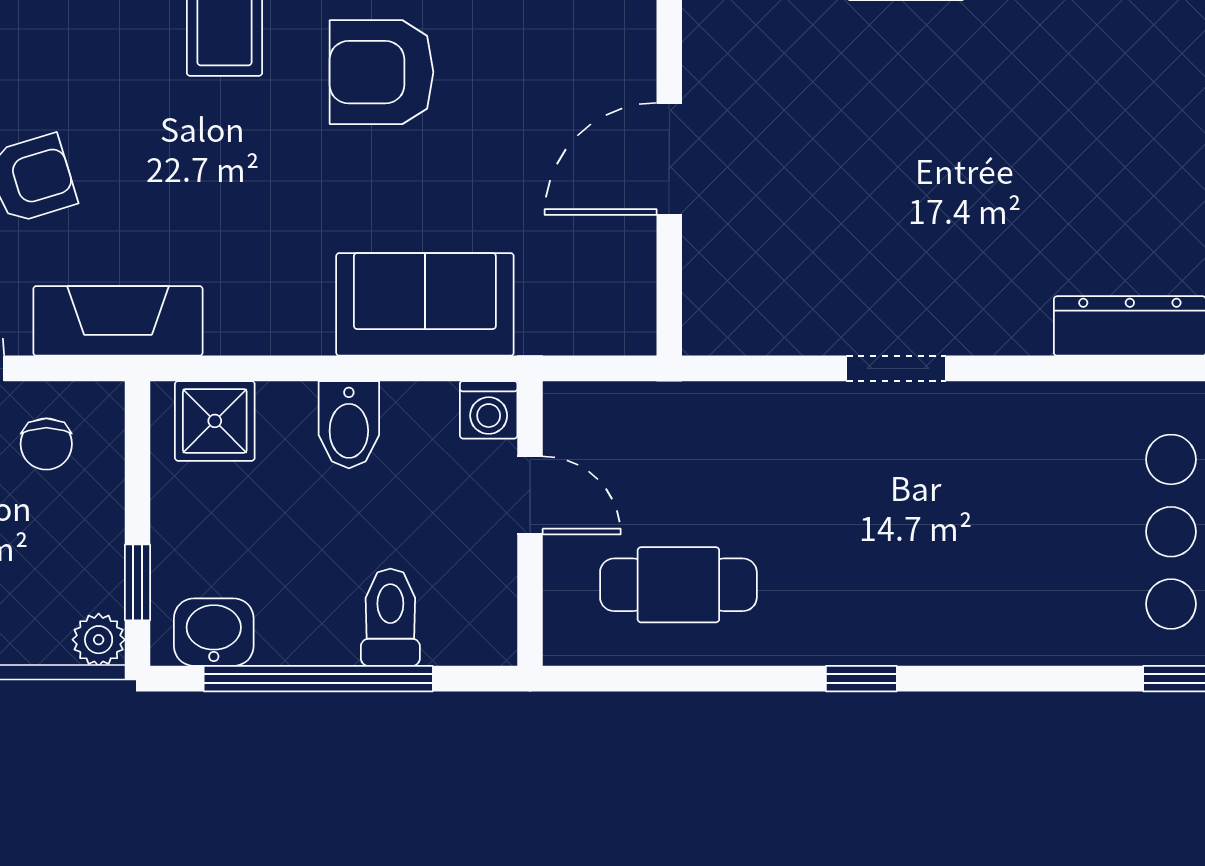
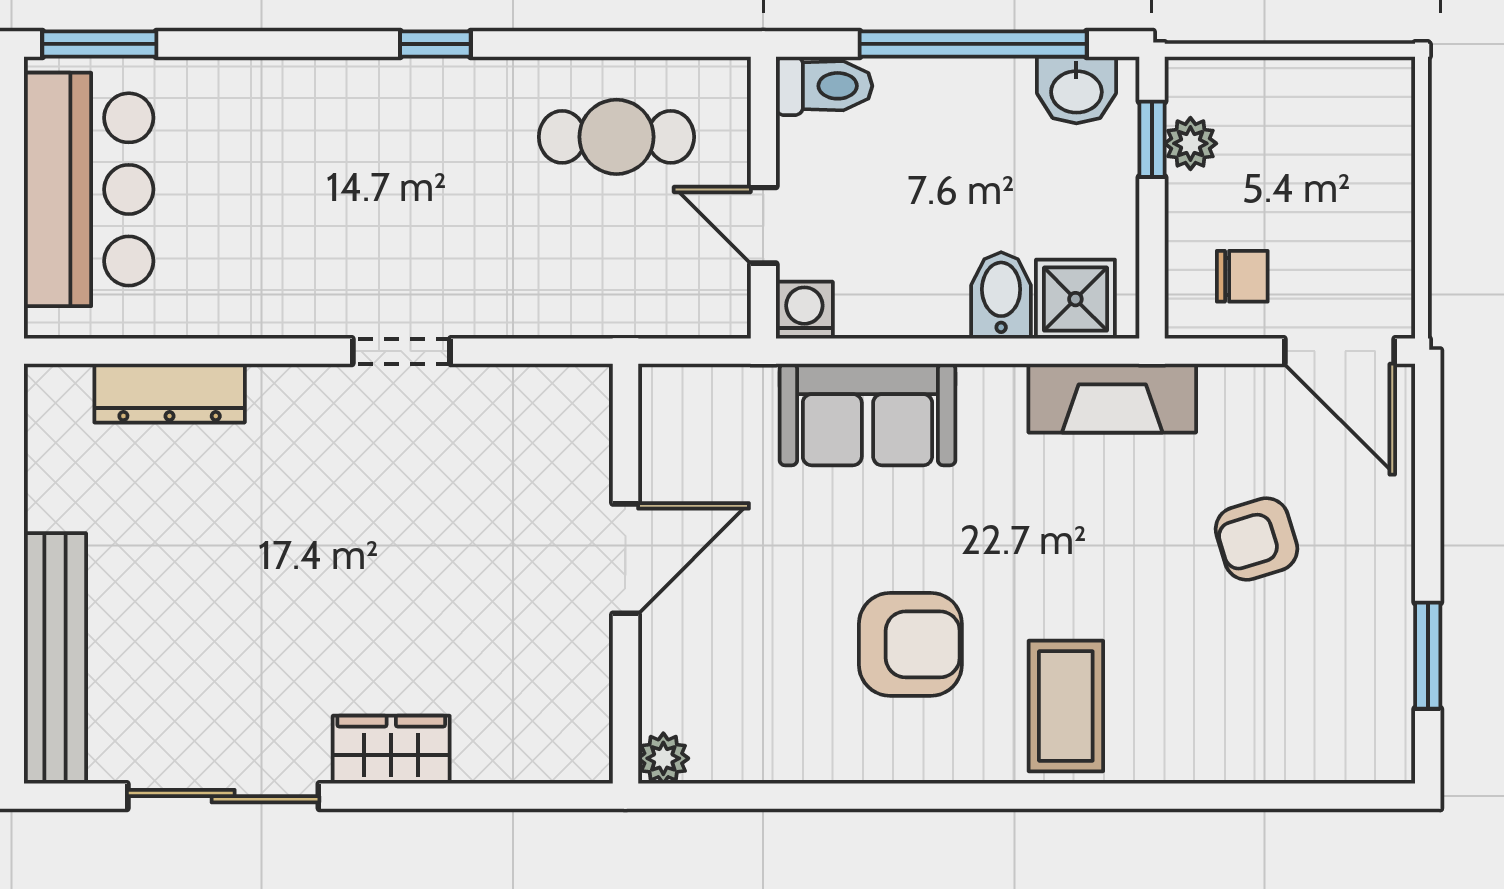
fireplace: (118, 321) -> (1112, 398), moved
bidet: (349, 425) -> (1001, 295), moved
chair: (46, 444) -> (1242, 276), turned 90
toilet: (390, 617) -> (824, 86), moved, turned -90
plant: (99, 640) -> (1190, 143), moved

